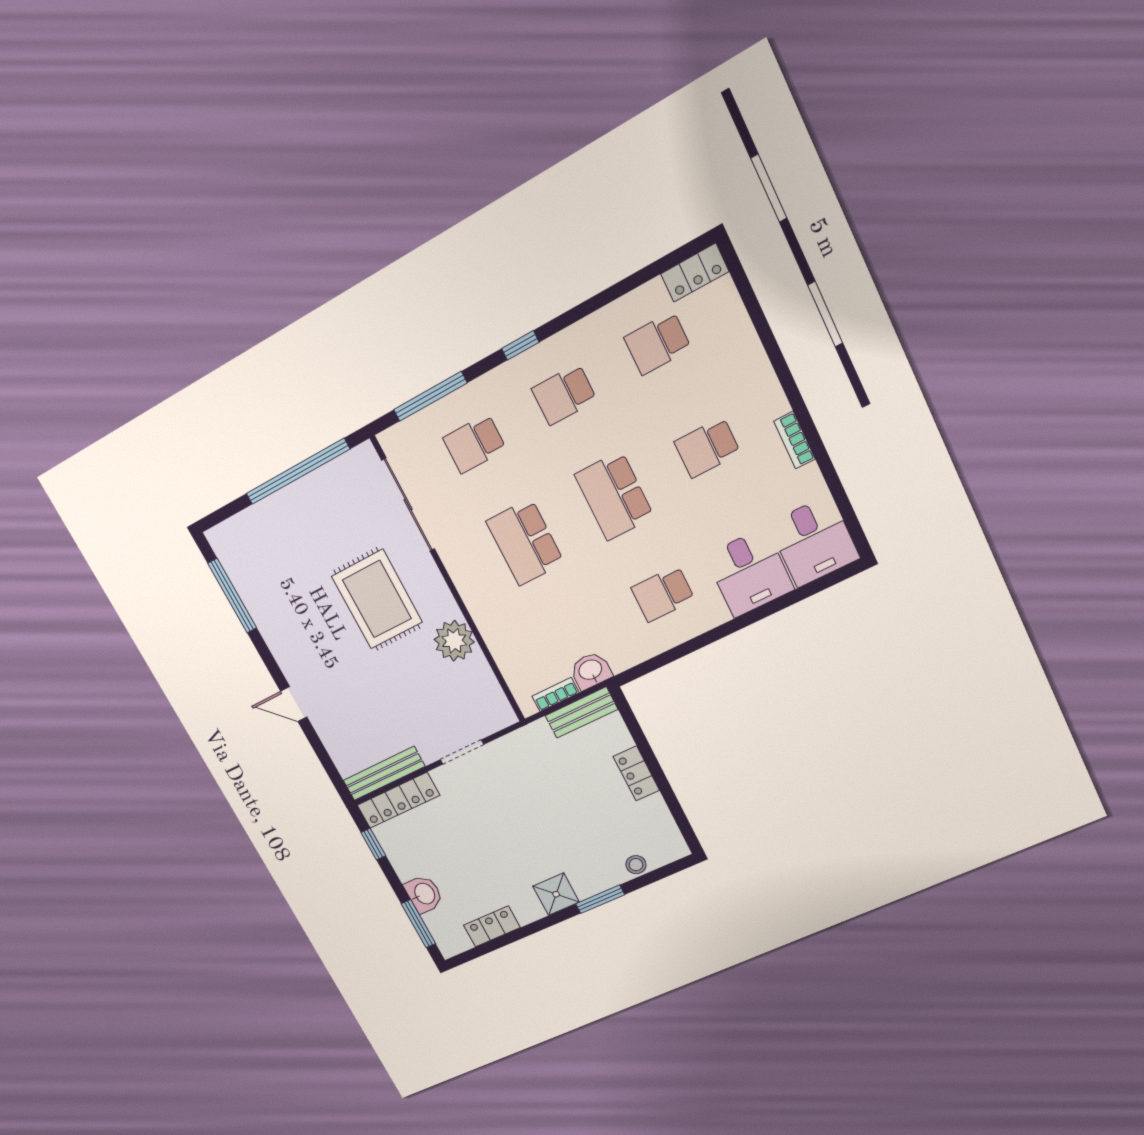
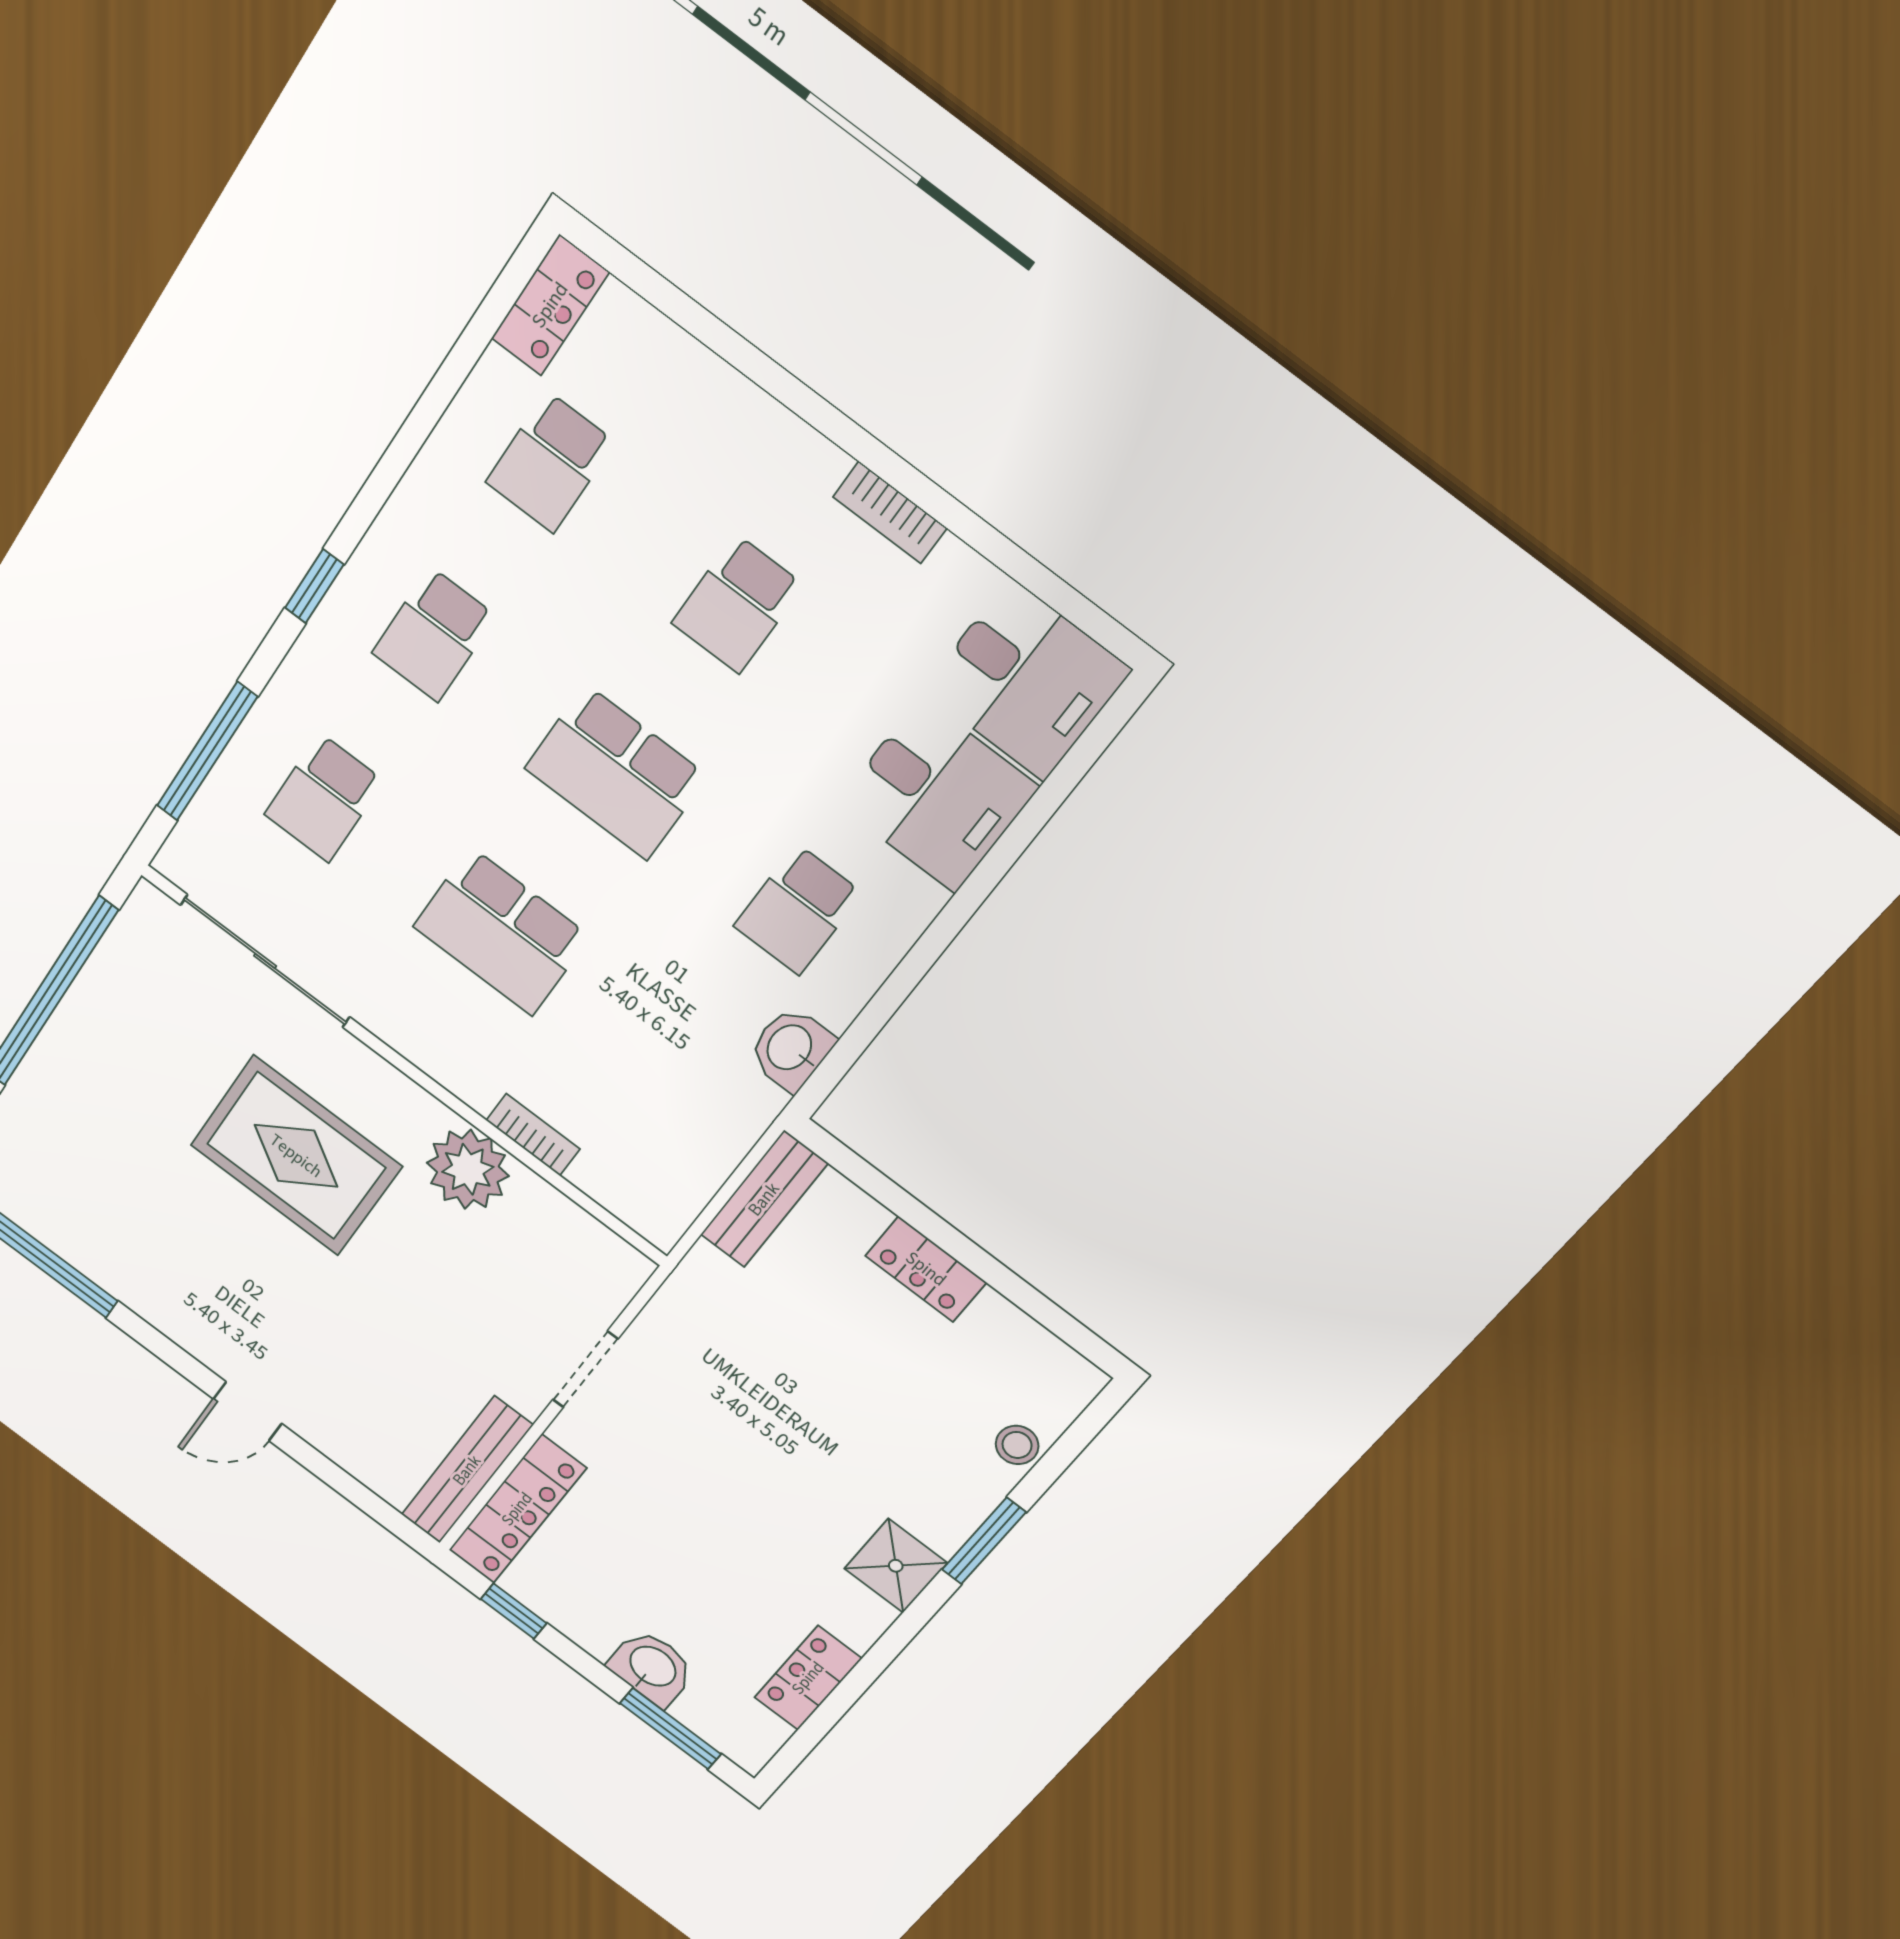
washbasin: (591, 671) -> (791, 1048), moved
bookcase: (556, 694) -> (533, 1135), moved, turned 90

